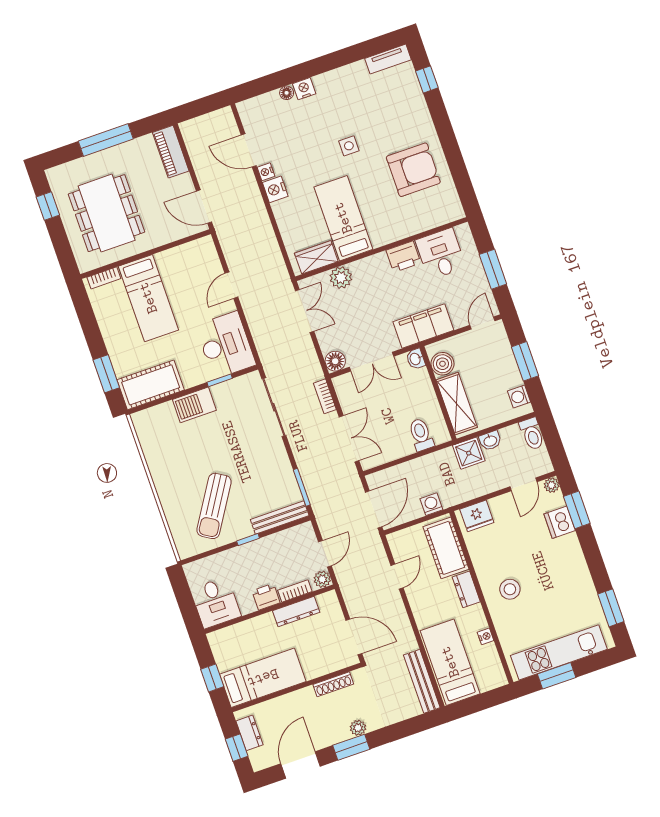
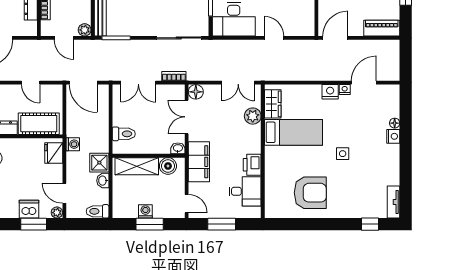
armchair: (413, 170) -> (310, 193), turned -90
washing machine: (519, 396) -> (145, 211), moved
washing machine: (431, 504) -> (73, 144), moved
plant: (322, 579) -> (85, 30), moved

